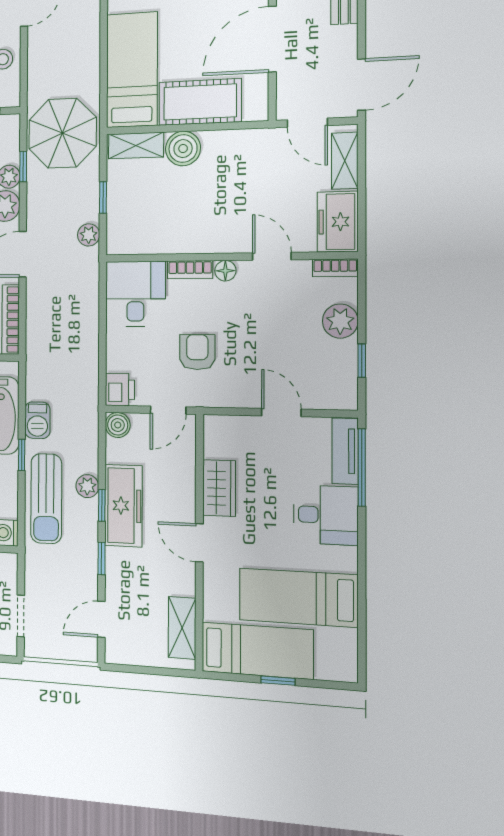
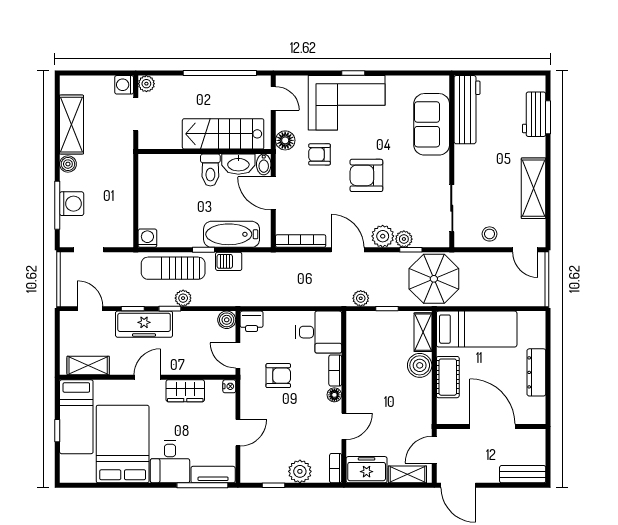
cot: (200, 102) -> (448, 377), width x0.73, depth x0.75
nightstand: (213, 424) -> (229, 386), added
freezer: (124, 506) -> (144, 324), moved
bed: (298, 598) -> (123, 444), width x1.50

